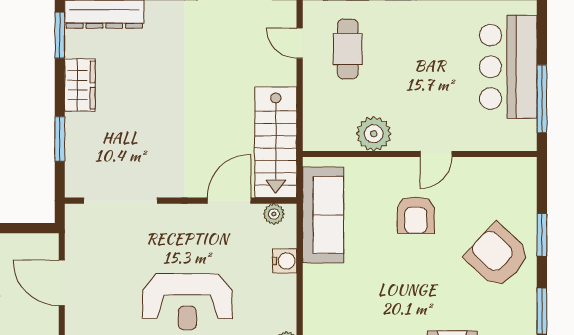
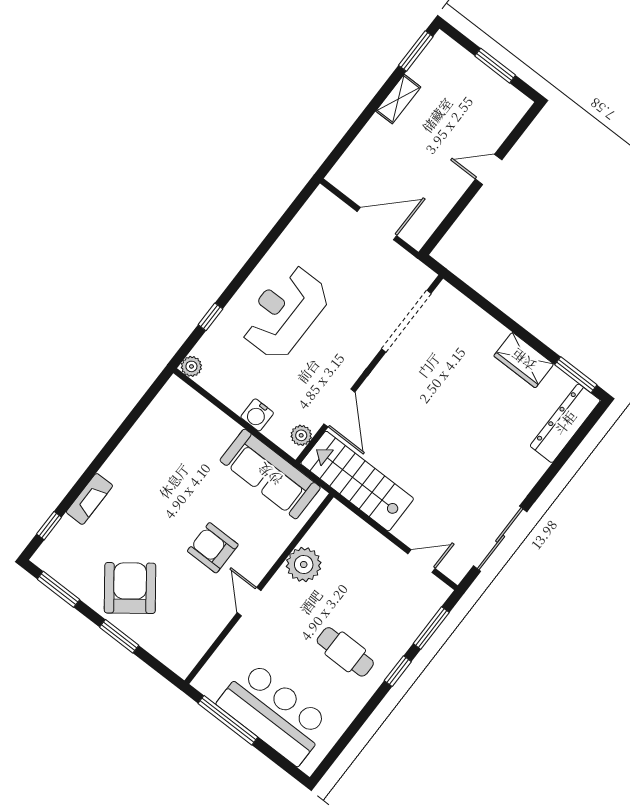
cafe table: (348, 49) -> (345, 652), moved
window: (60, 139) -> (493, 311), removed
armchair: (497, 256) -> (130, 588), turned -80

